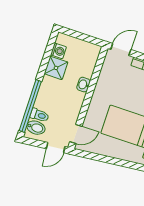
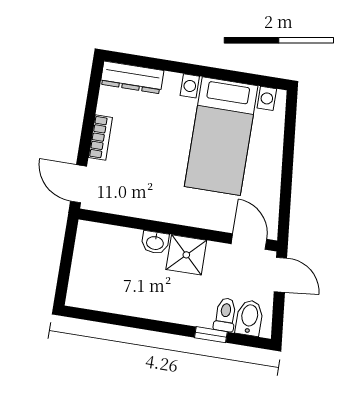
washing machine: (58, 51) -> (100, 299), removed
shower: (56, 68) -> (186, 255), moved
window: (30, 106) -> (211, 335), width x0.32

